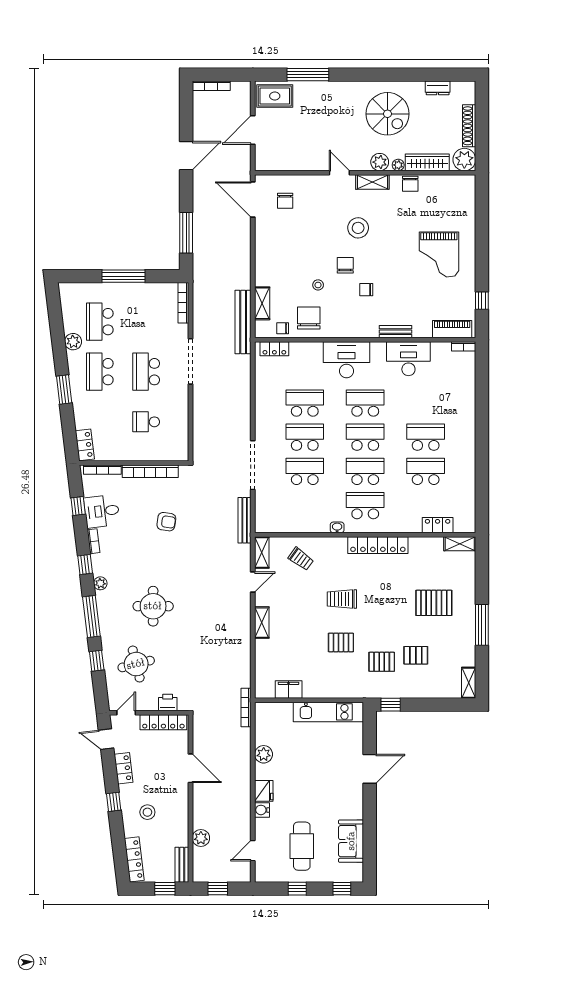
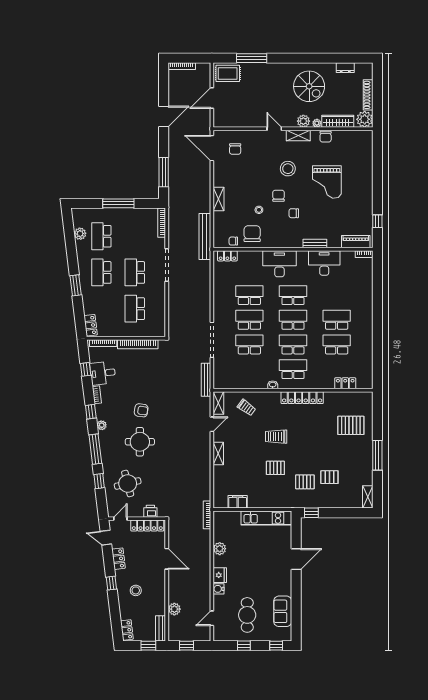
grand piano: (439, 254) -> (327, 182), moved
shelving: (262, 303) -> (219, 199), moved
plant: (73, 342) -> (80, 234), moved
school desk: (146, 422) -> (135, 309), width x1.85
armchair: (166, 522) -> (141, 410), moved
shelving: (460, 544) -> (361, 397), removed
pallet: (434, 603) -> (351, 425), moved
locker: (134, 859) -> (127, 630), width x0.66

